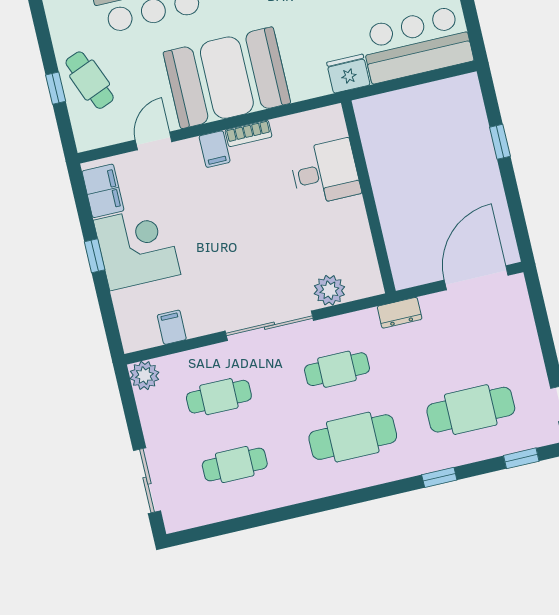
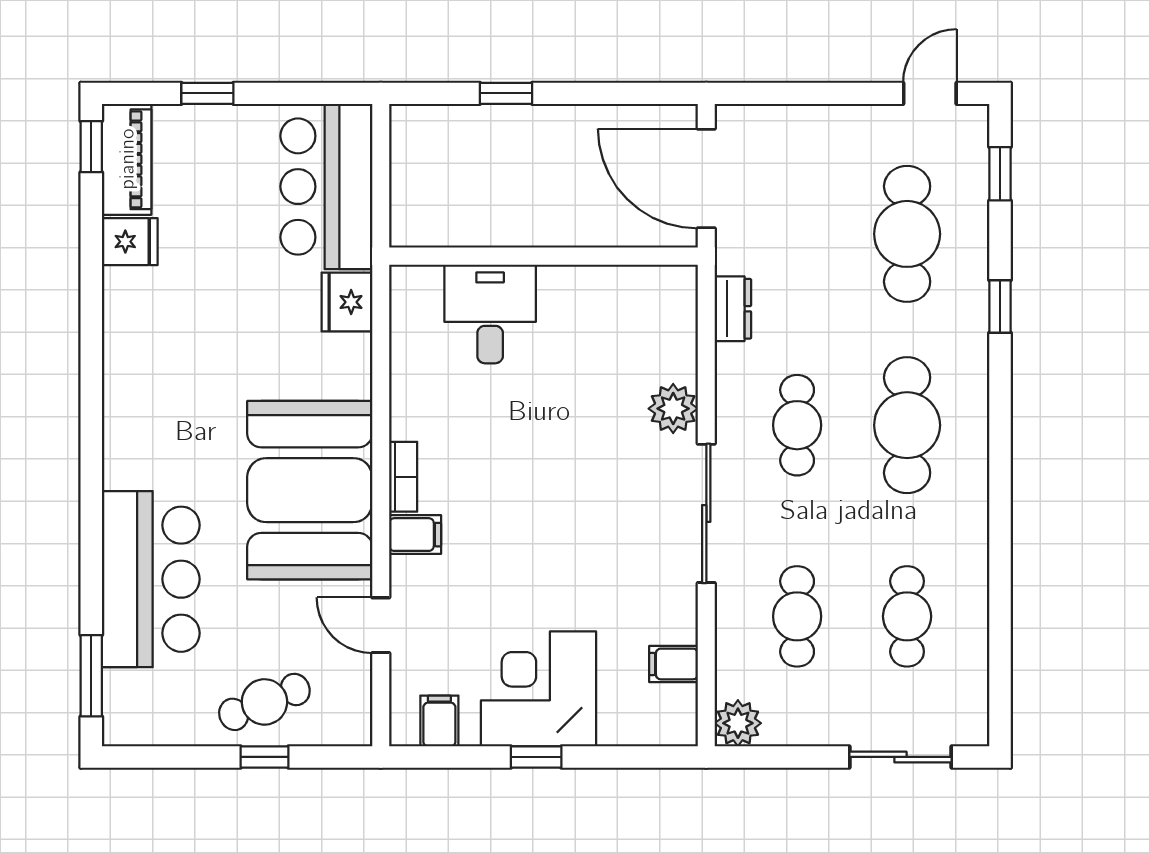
desk: (325, 172) -> (490, 314), moved
filing cabinet: (103, 191) -> (439, 721), width x0.50
wall: (368, 197) -> (544, 256), moved

